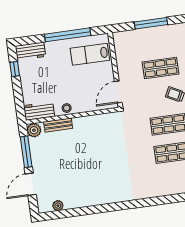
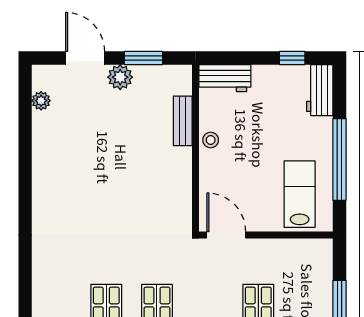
workbench: (39, 111) -> (225, 78), moved, turned 90
plant: (34, 130) -> (120, 77), moved
window: (26, 152) -> (144, 58), width x0.69

